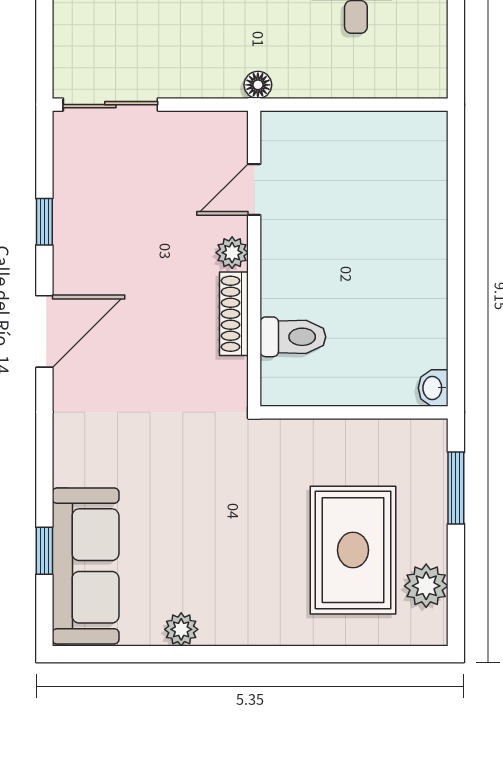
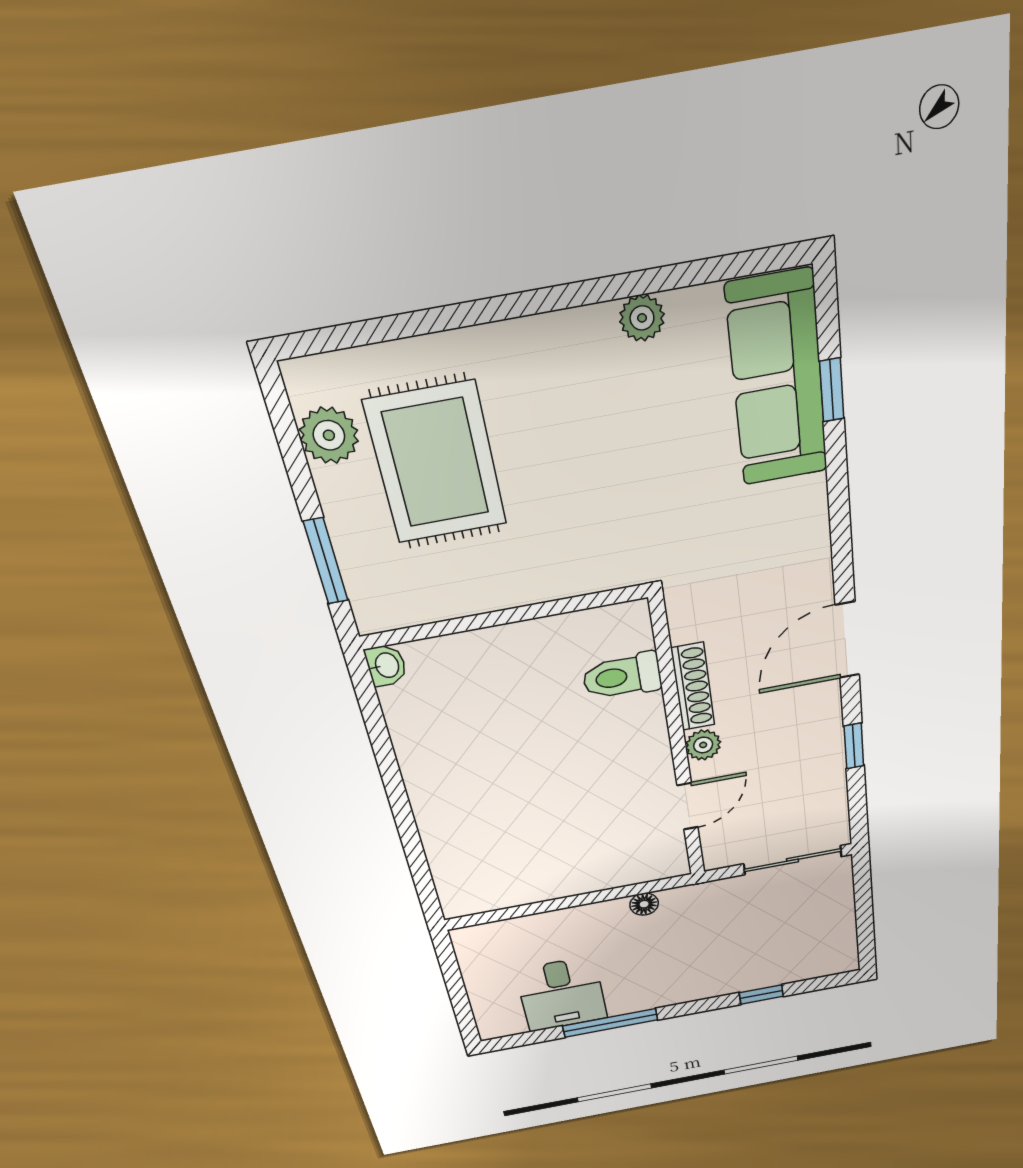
door: (254, 190) -> (688, 806), moved
plant: (232, 253) -> (703, 745), moved
wall: (254, 258) -> (678, 744), moved
shoe rack: (234, 314) -> (693, 687), moved
toilet: (293, 337) -> (622, 676), moved

